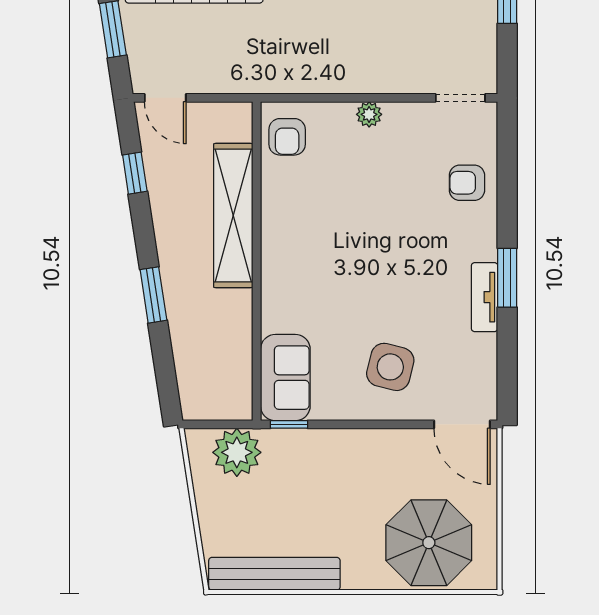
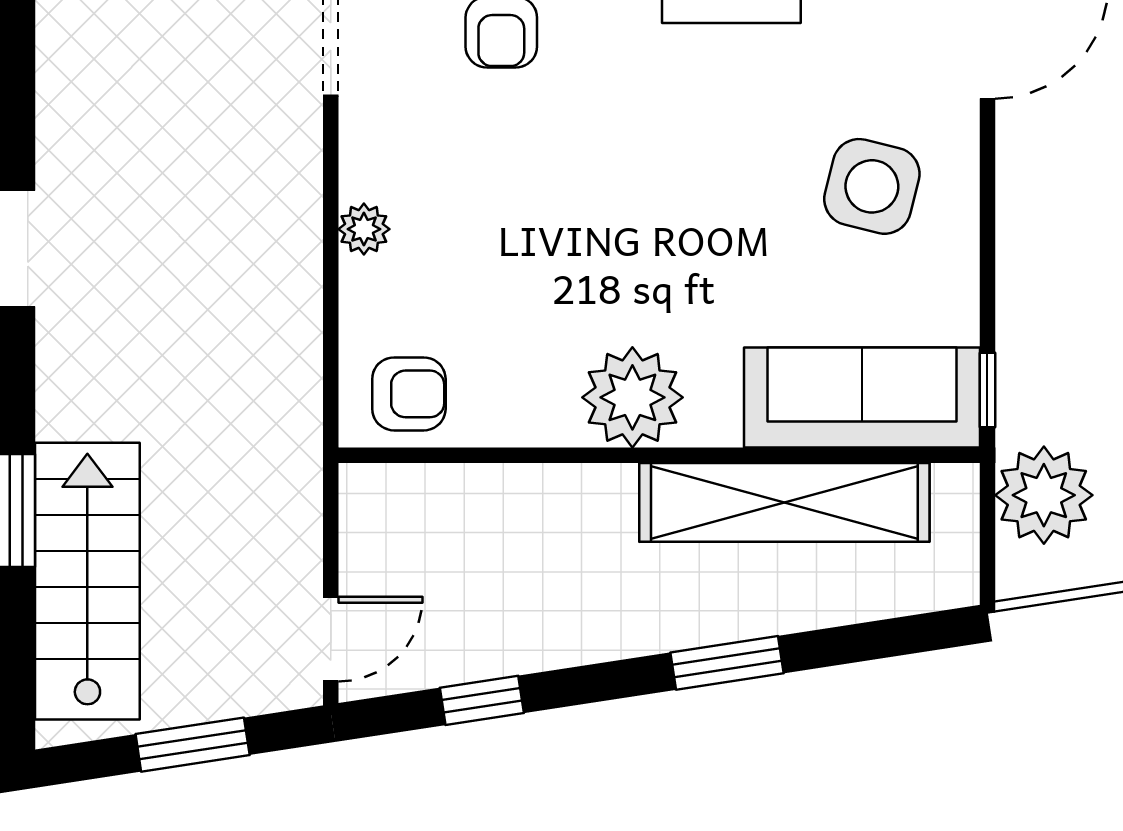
shelving: (233, 216) -> (784, 502), moved
plant: (285, 248) -> (632, 397), added
sofa: (285, 378) -> (862, 398), width x1.36

